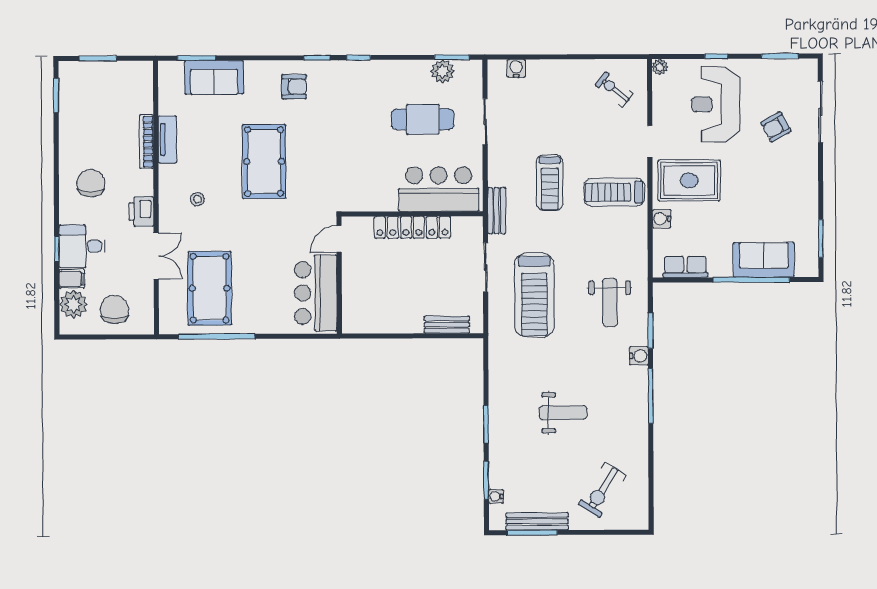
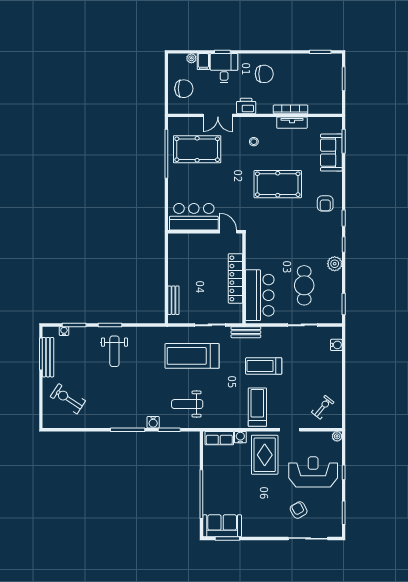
plant: (443, 71) -> (335, 264), moved
sofa: (764, 260) -> (222, 526), moved, turned -90
row of seats: (685, 267) -> (219, 438), moved, turned 90
plant: (73, 304) -> (191, 58), width x0.53, depth x0.53
weight bench: (563, 413) -> (114, 351), moved

